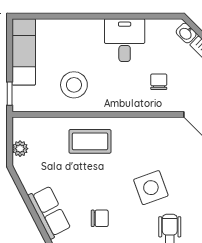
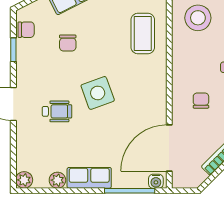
chair: (159, 82) -> (201, 101), turned -90

